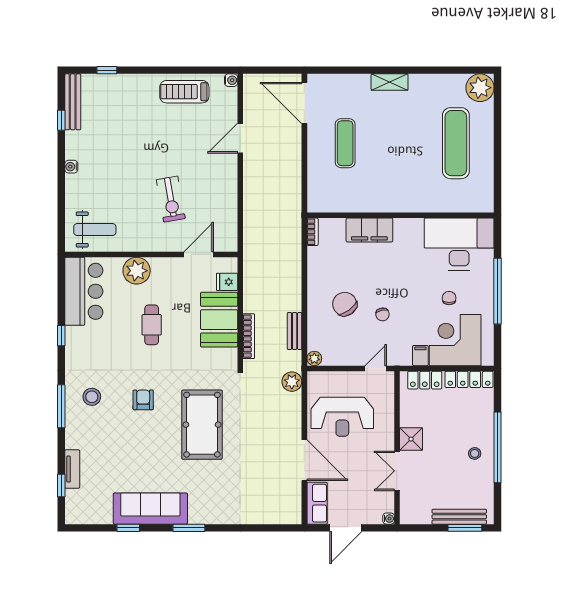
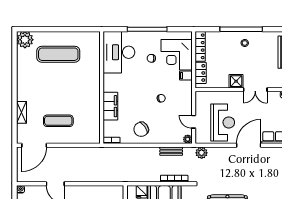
shelving: (390, 82) -> (22, 112), moved
chair: (345, 304) -> (141, 129), moved
door: (376, 368) -> (194, 122), moved

